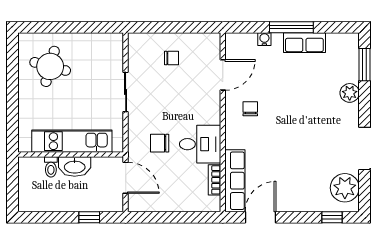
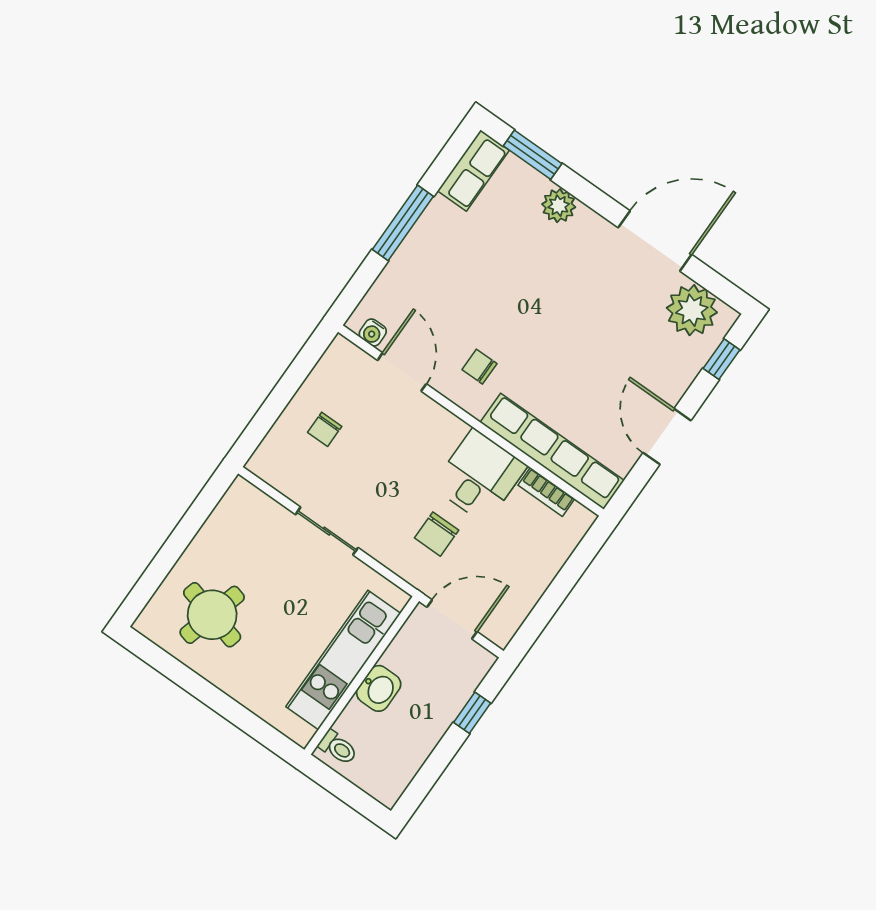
water cooler: (264, 39) -> (373, 333), moved, turned -90
row of seats: (304, 43) -> (473, 171), moved
chair: (172, 58) -> (325, 429), turned 180
toilet: (51, 167) -> (338, 747), moved
washbasin: (75, 167) -> (379, 688), width x0.72
row of seats: (235, 181) -> (552, 451), width x1.36
door: (260, 217) -> (667, 437), moved

